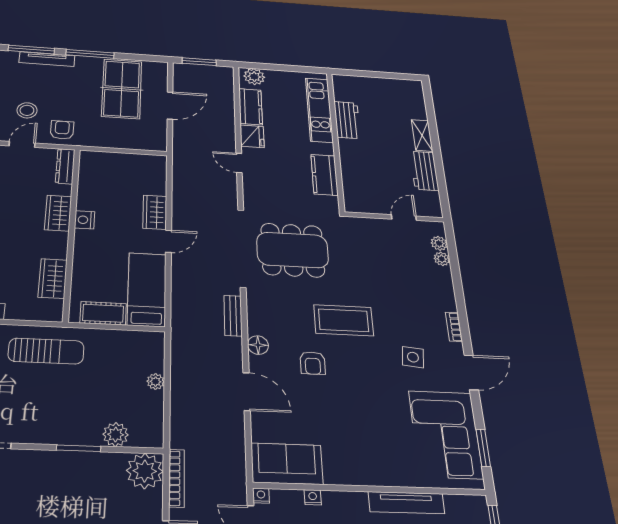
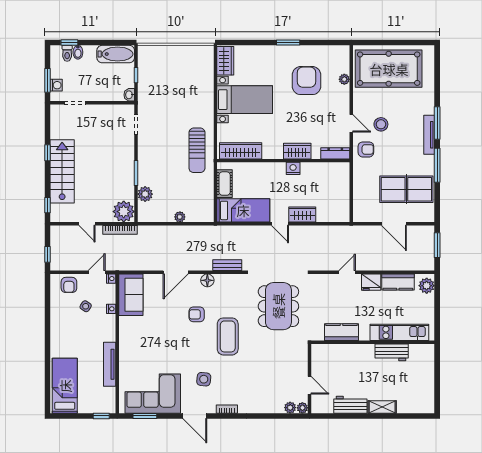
plant: (442, 259) -> (302, 408), moved
wardrobe: (53, 278) -> (241, 151), width x1.50

